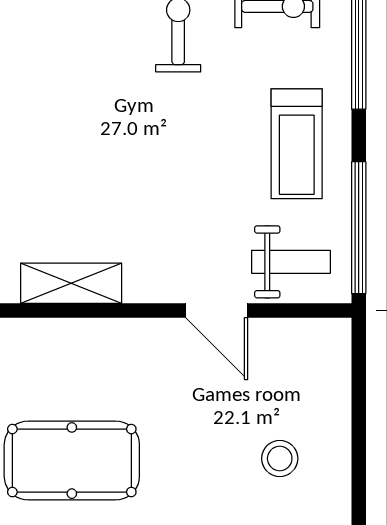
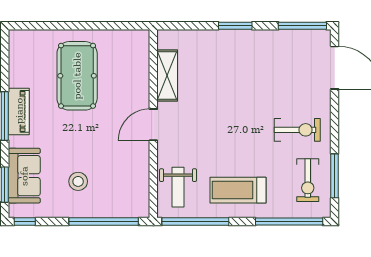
door: (217, 310) -> (153, 125), moved
window: (359, 408) -> (104, 222), added

